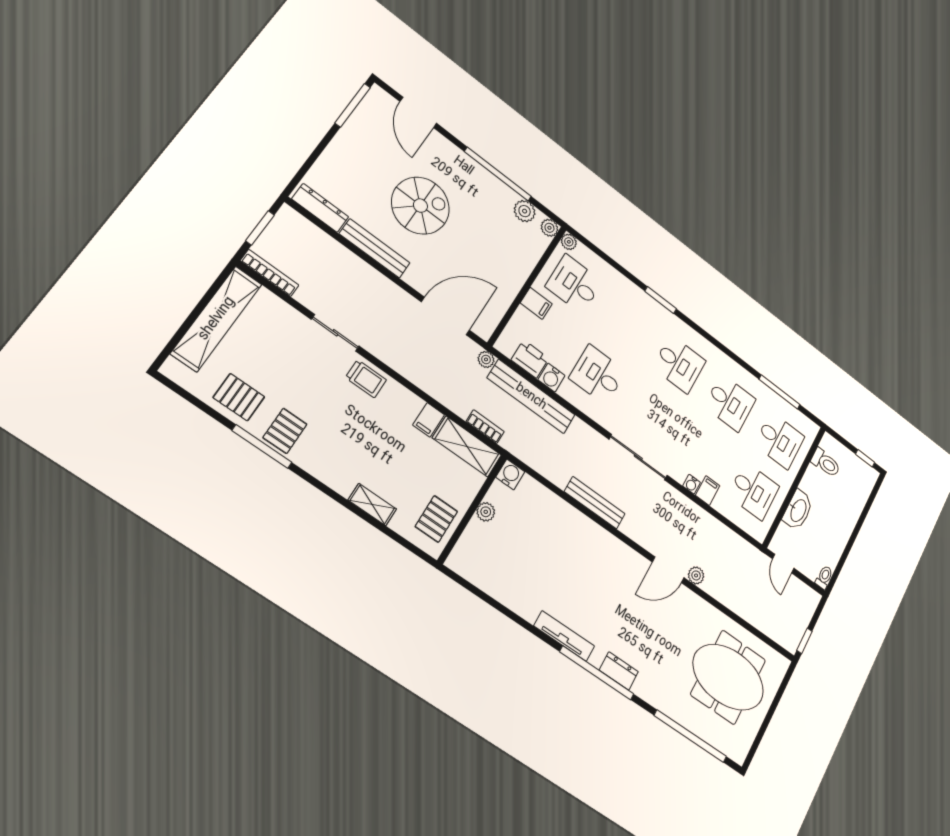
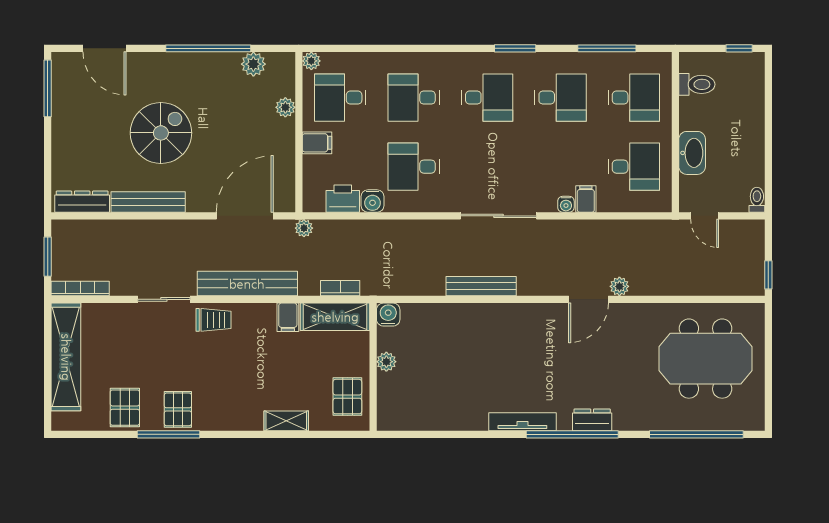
plant: (549, 228) -> (285, 107), moved
window: (661, 300) -> (515, 48), moved
desk: (627, 325) -> (414, 98), added
pallet: (239, 397) -> (125, 408), turned 90
bench: (531, 397) -> (247, 284), moved

